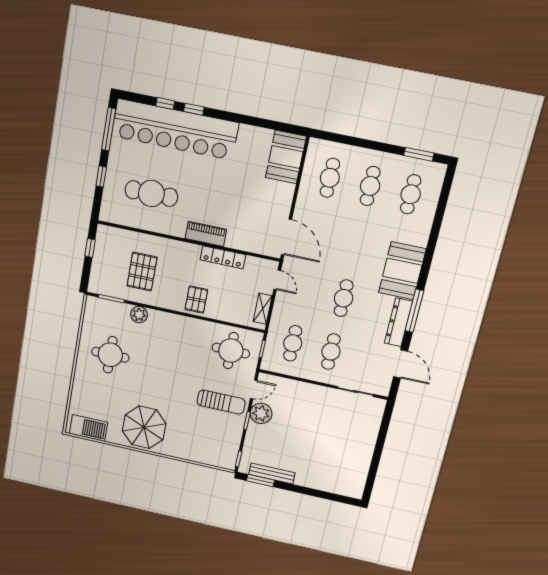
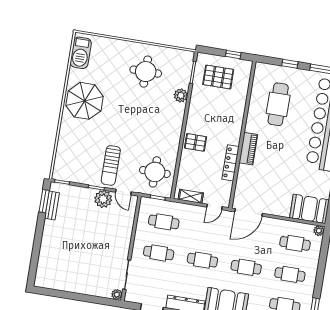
plant: (315, 145) -> (319, 231), added
cafe table: (357, 243) -> (246, 267), added
pallet: (142, 272) -> (218, 77), moved
plant: (379, 405) -> (117, 295), added
bench: (272, 473) -> (52, 205), width x0.73

